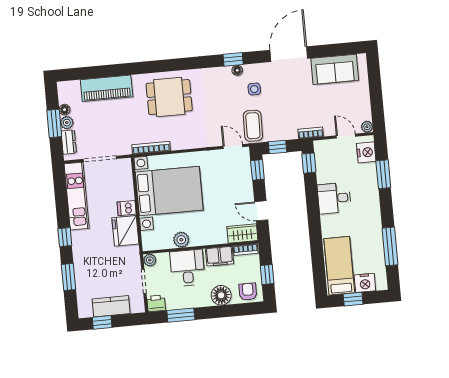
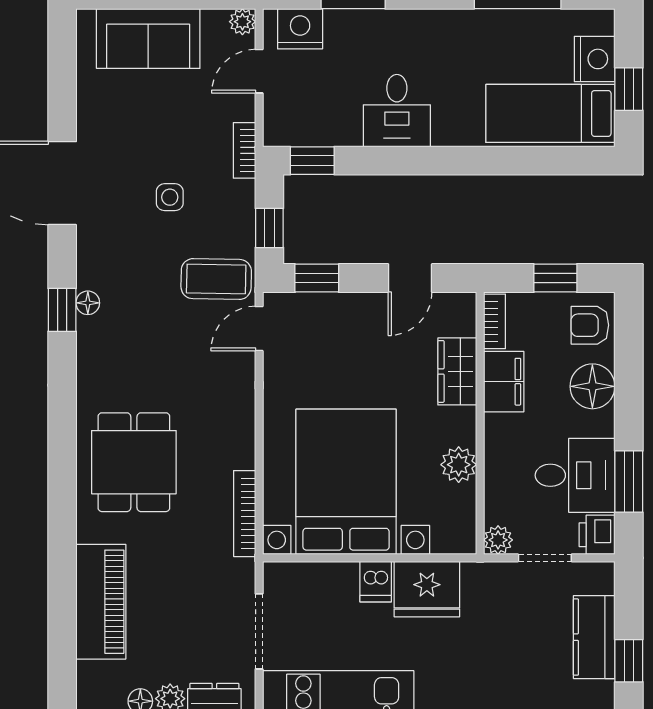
sofa: (335, 69) -> (148, 39), moved, turned 90
side table: (254, 89) -> (170, 197), moved
wardrobe: (242, 233) -> (457, 371), moved
desk: (187, 268) -> (575, 475), moved, turned 180

